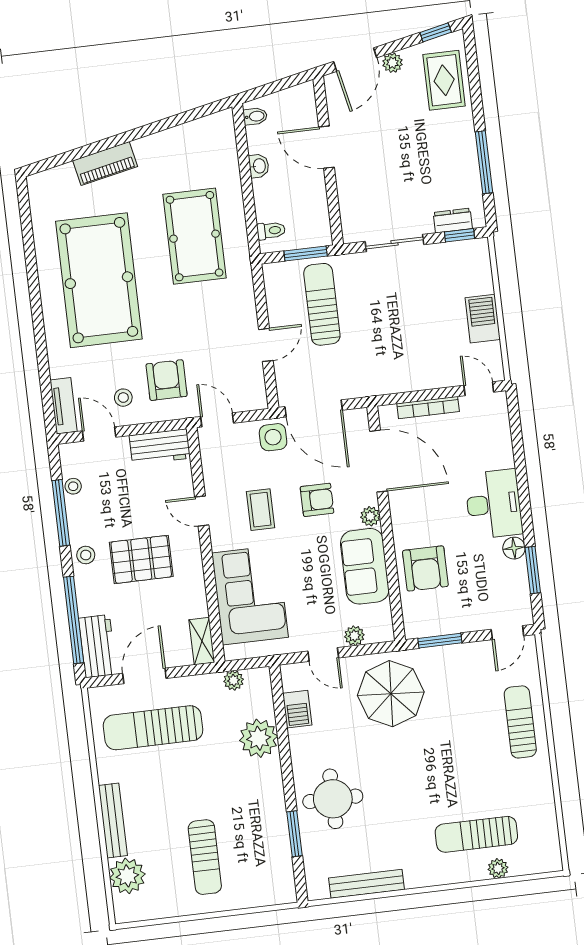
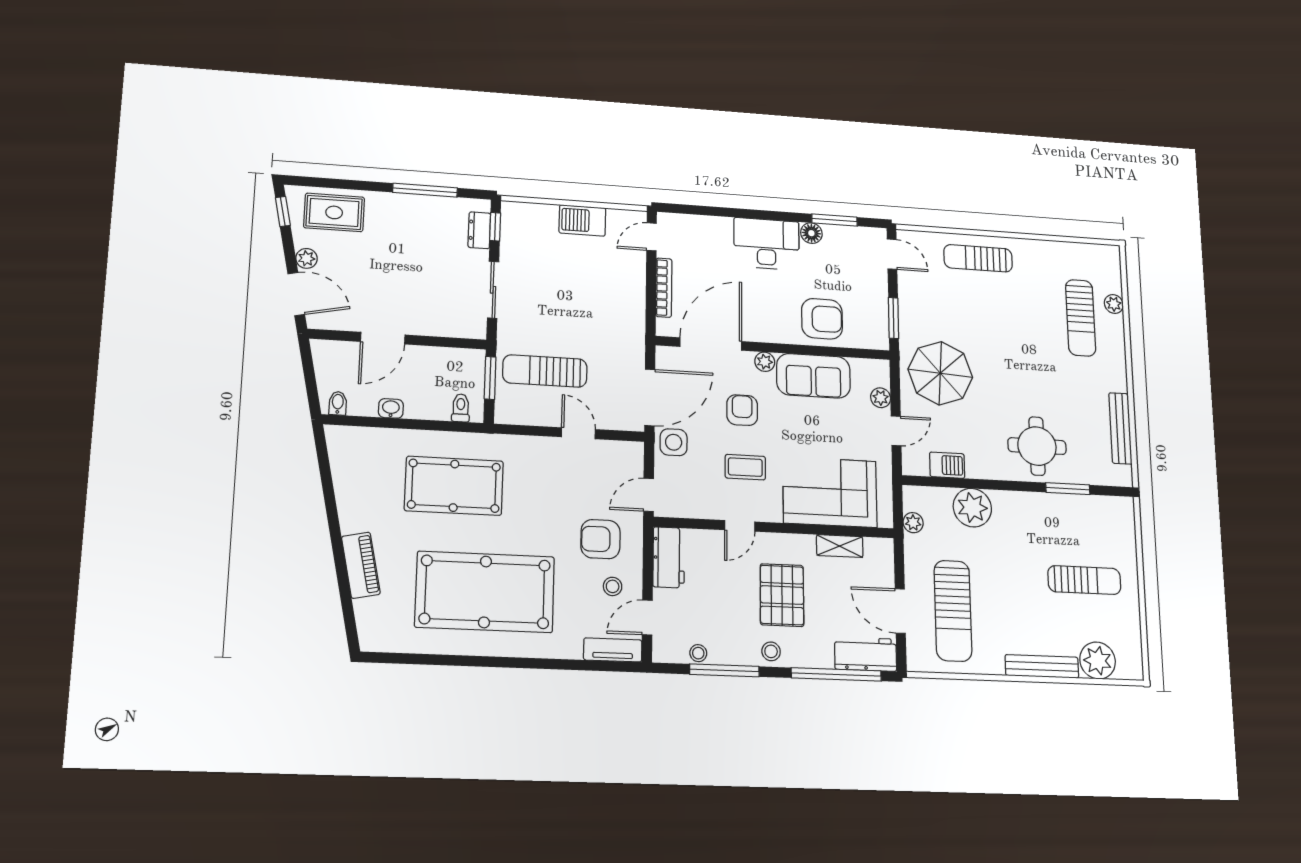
shelving: (202, 641) -> (840, 546), moved

